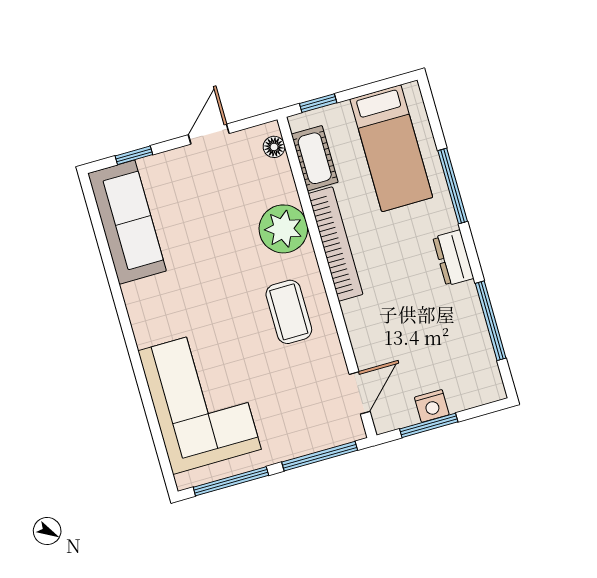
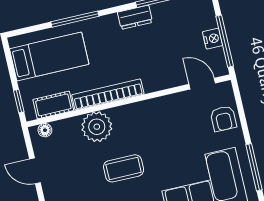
dresser: (453, 258) -> (135, 17), moved
coffee table: (289, 312) -> (124, 168), moved
window: (429, 425) -> (225, 41), width x1.44
armchair: (306, 429) -> (223, 119), added
window: (320, 456) -> (241, 111), removed

